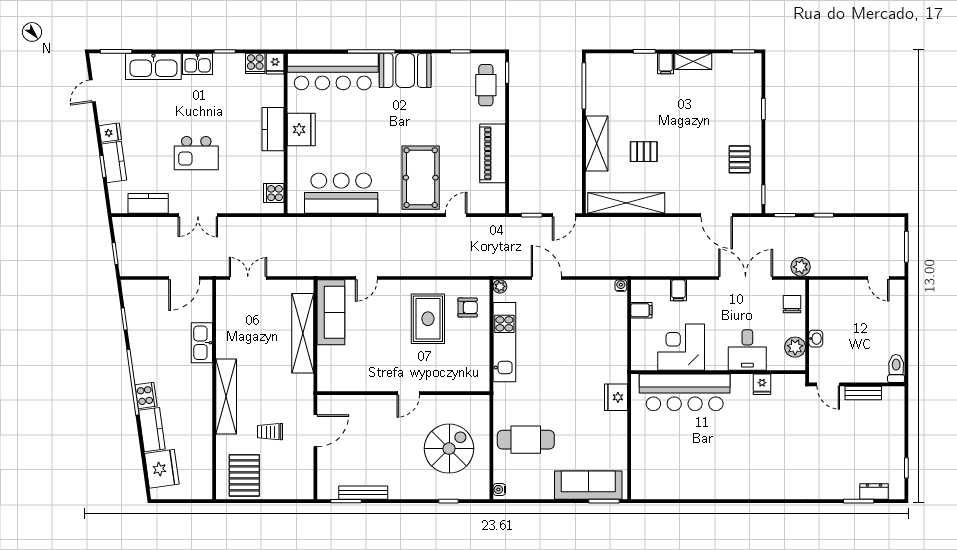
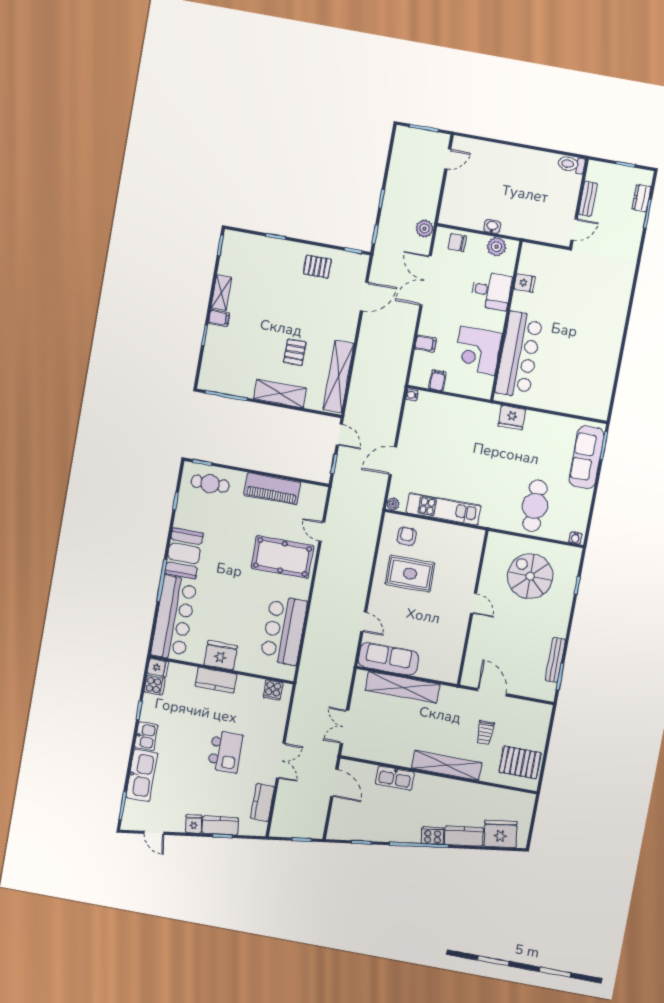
toilet: (896, 369) -> (571, 164), moved
door: (828, 384) -> (574, 229), moved
wall: (857, 384) -> (579, 203), moved
bench: (863, 393) -> (588, 199), moved

